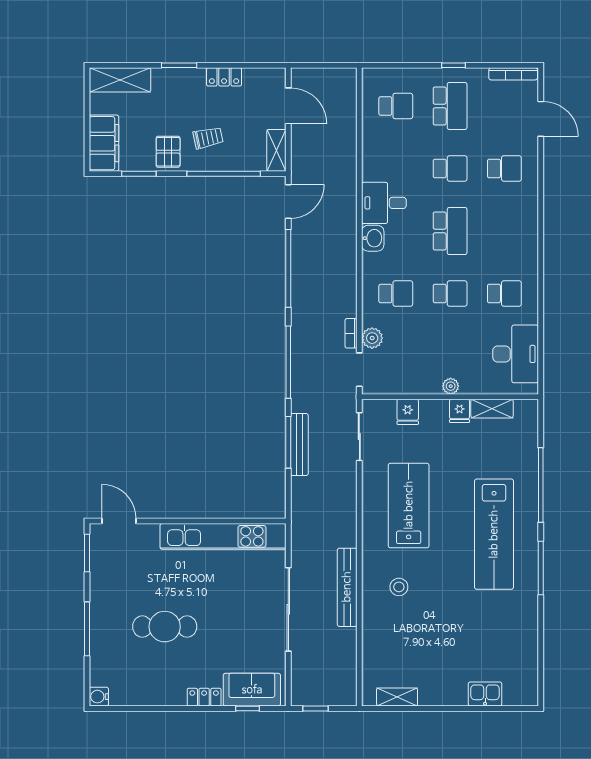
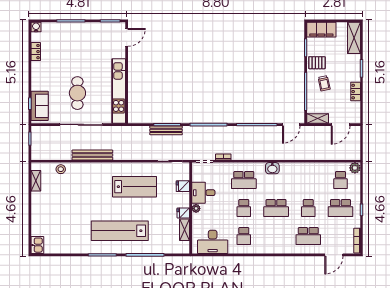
school desk: (504, 168) -> (308, 236), width x1.85
door: (288, 202) -> (291, 125), hinge flipped
desk: (384, 203) -> (203, 193), moved, turned -90
school desk: (396, 293) -> (244, 180), width x1.85
plant: (372, 338) -> (355, 168), moved
stool: (399, 587) -> (61, 169), moved
cafe table: (165, 627) -> (77, 93), moved
kitchen sink: (485, 694) -> (37, 245), moved
locker: (204, 697) -> (36, 52), moved

